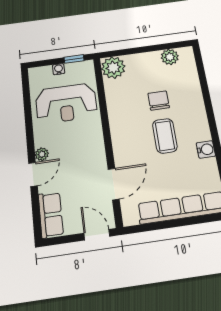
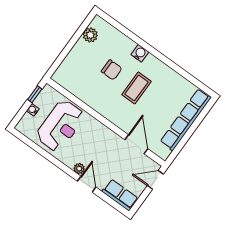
plant: (113, 68) -> (64, 76), removed
chair: (159, 100) -> (112, 70), turned 180
coffee table: (165, 136) -> (137, 88), turned 90
water cooler: (206, 149) -> (140, 53), moved

